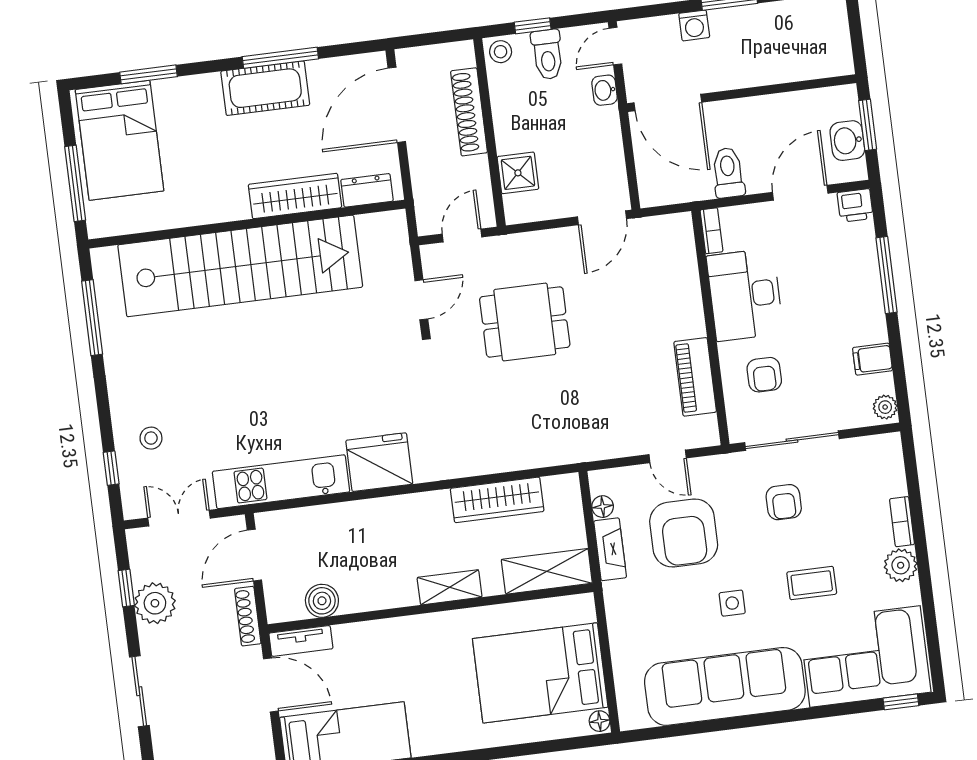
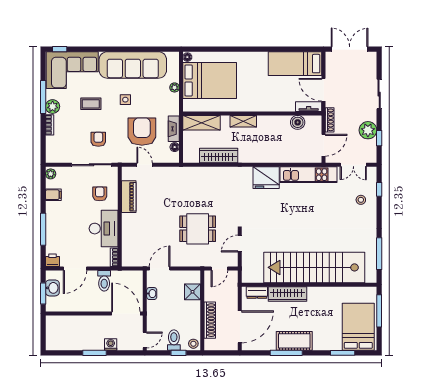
washbasin: (605, 90) -> (152, 294), moved
window: (926, 585) -> (43, 97), added
plant: (621, 646) -> (175, 87), added

